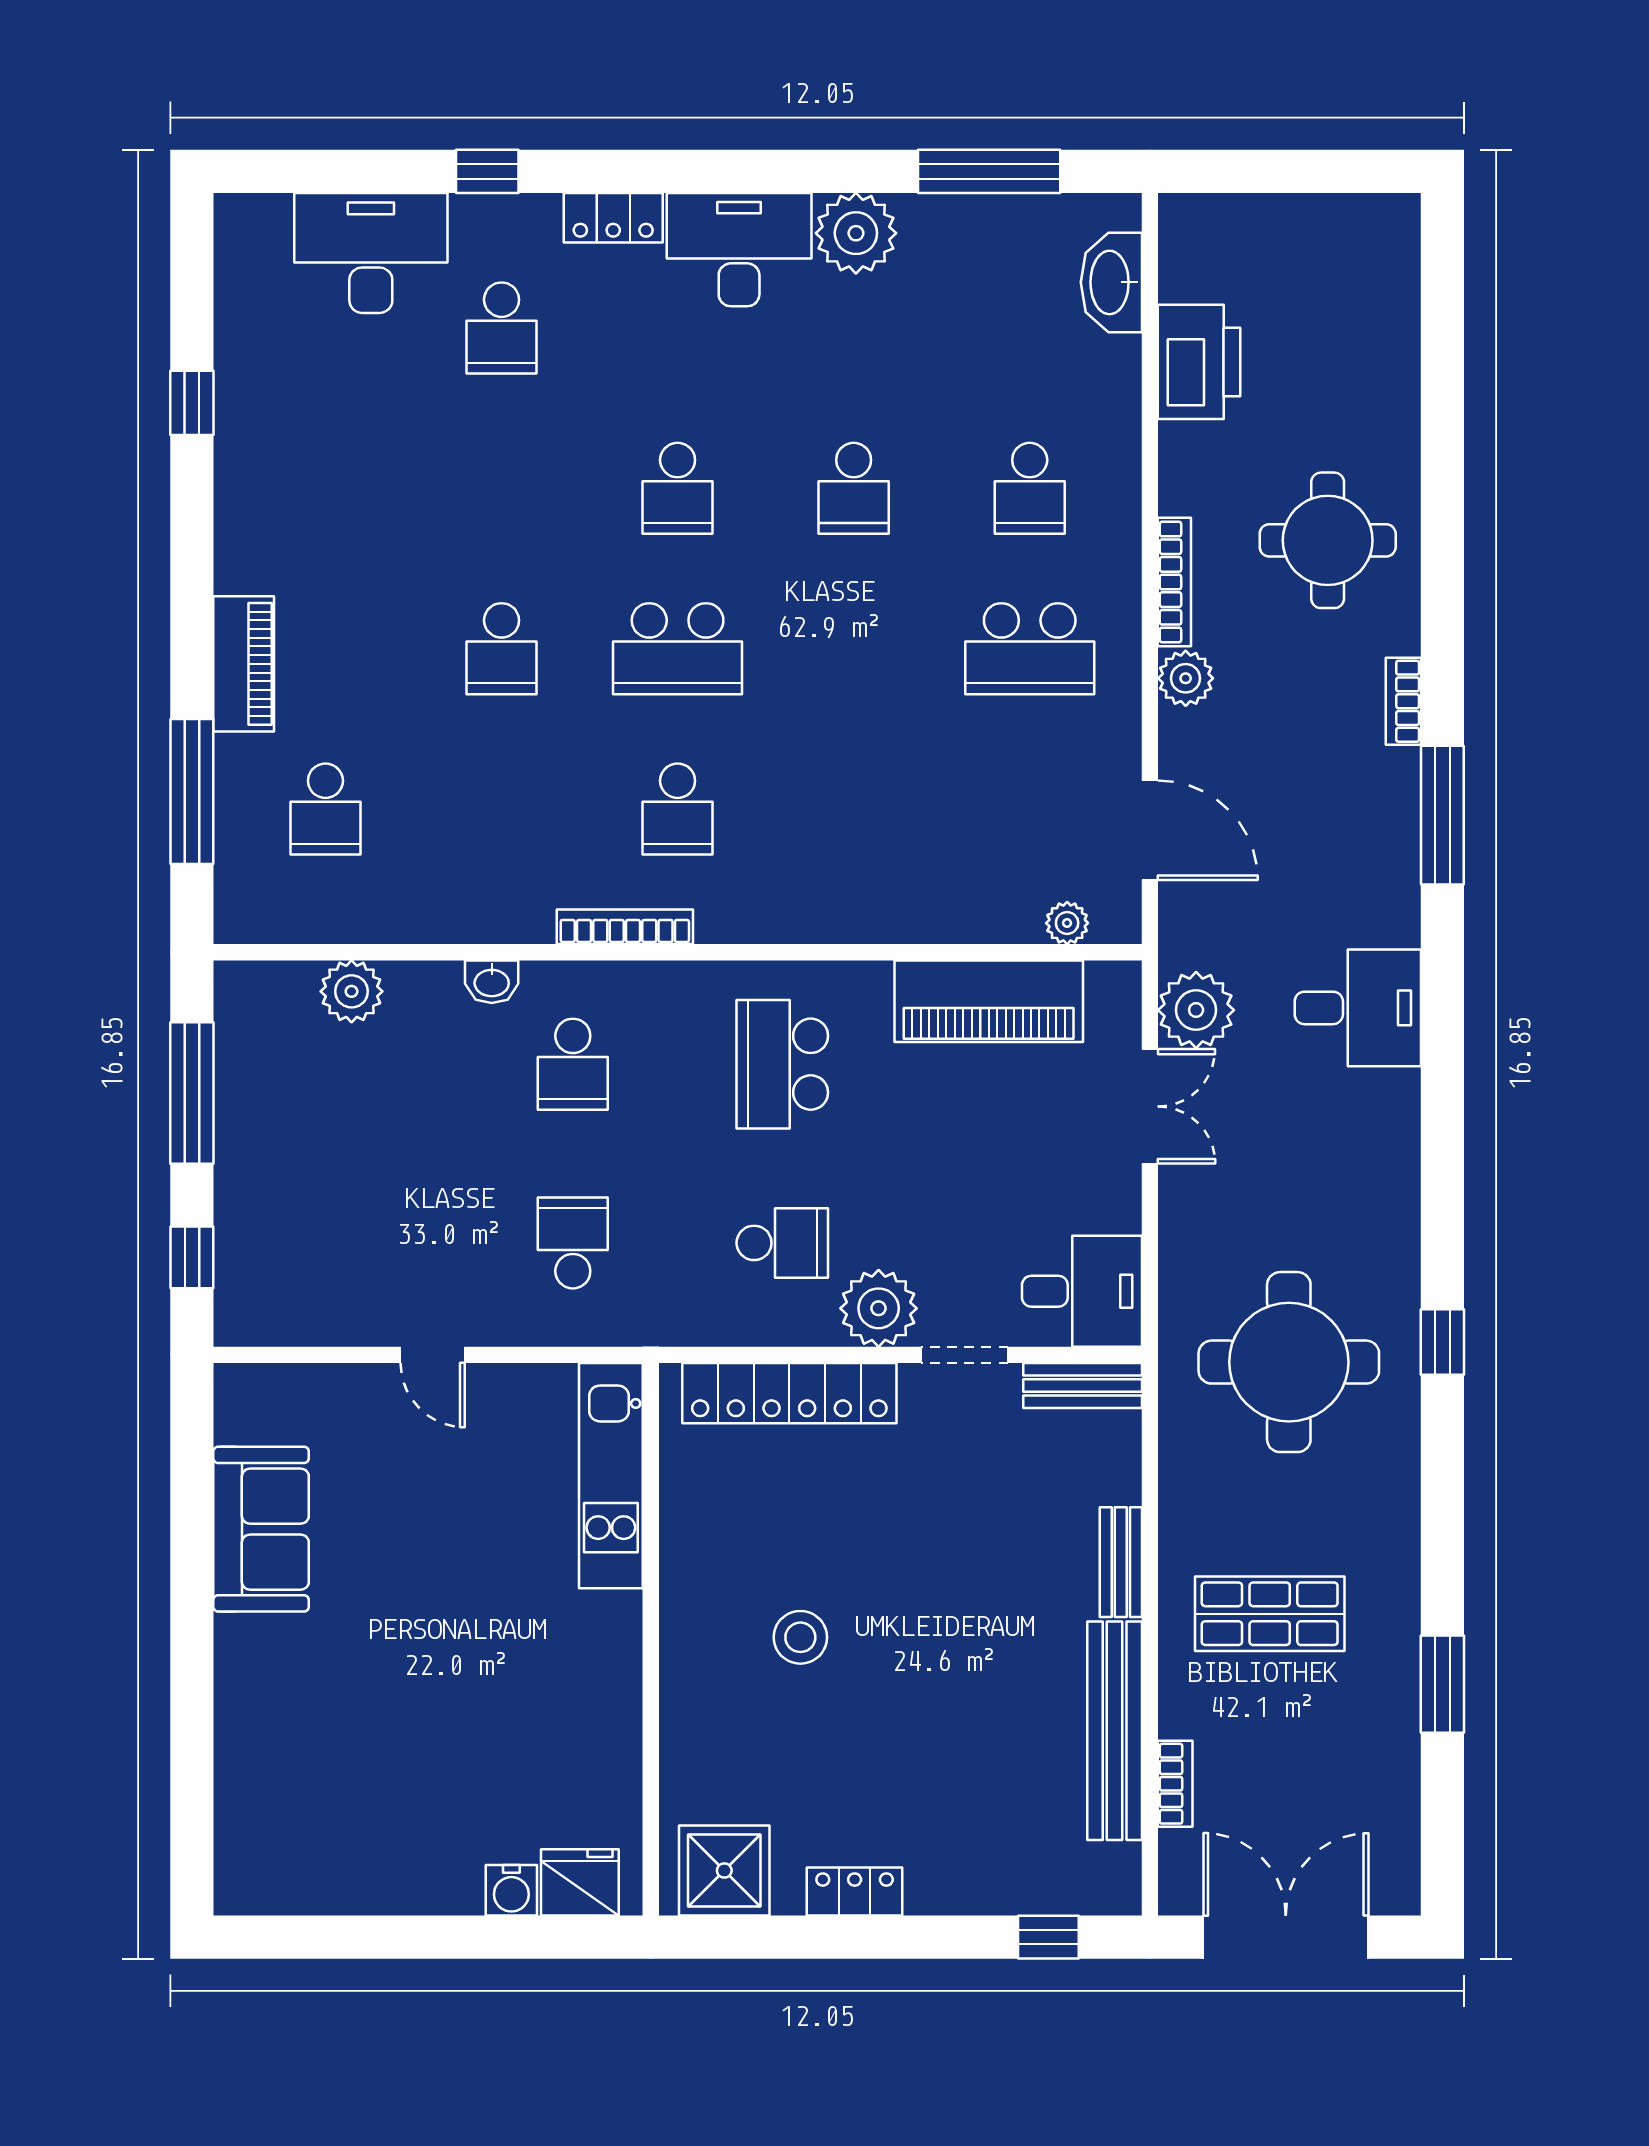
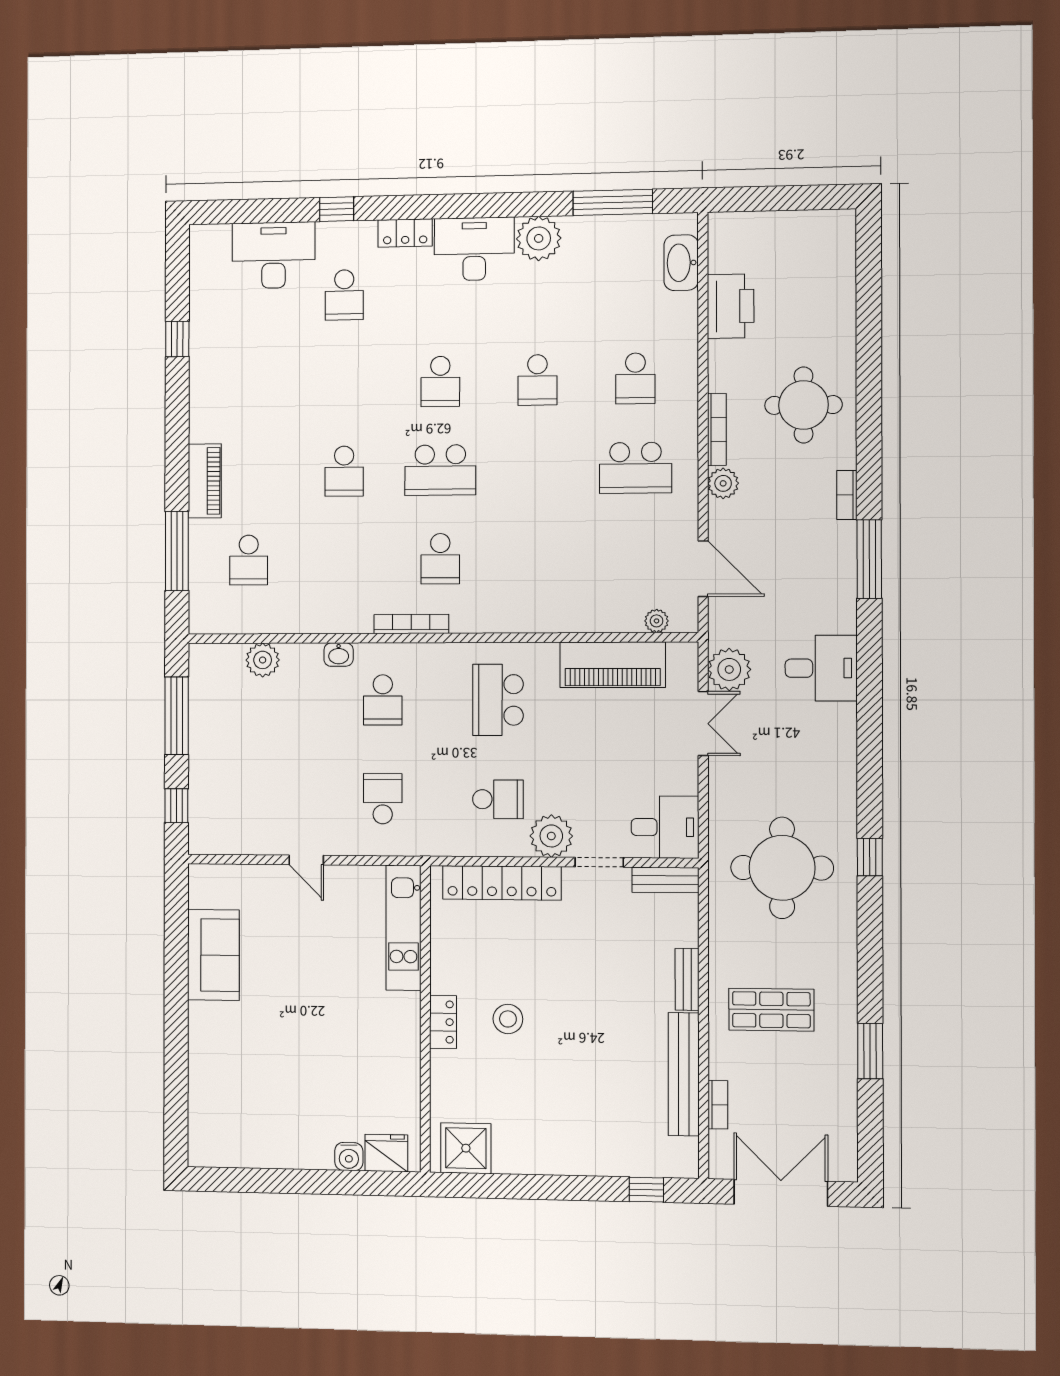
locker: (855, 1892) -> (443, 1022), moved, turned 90

